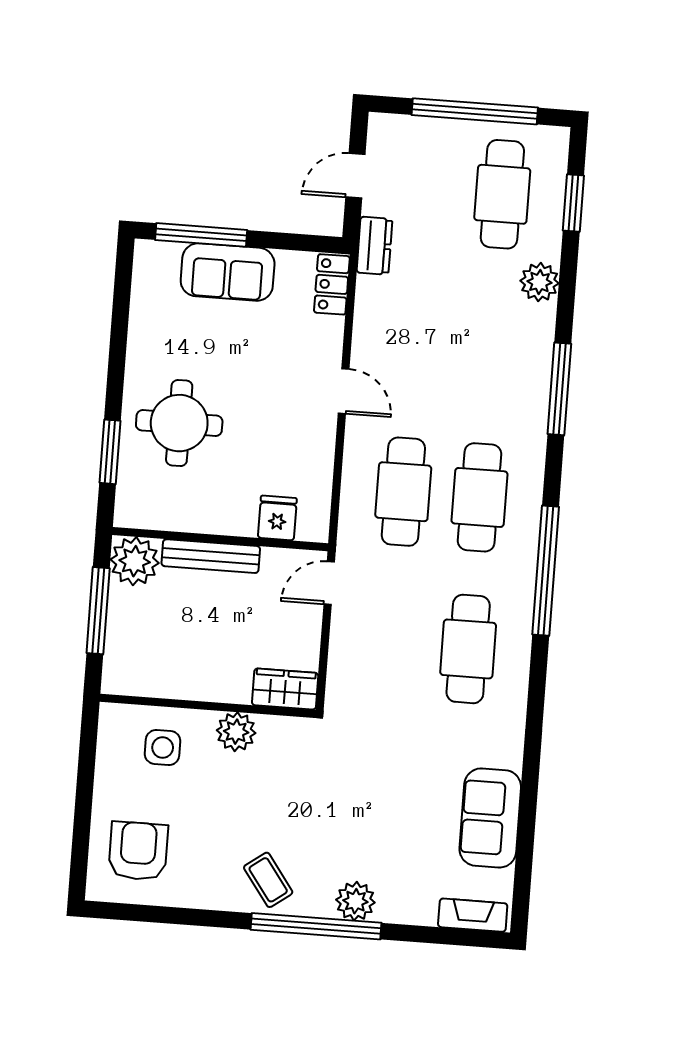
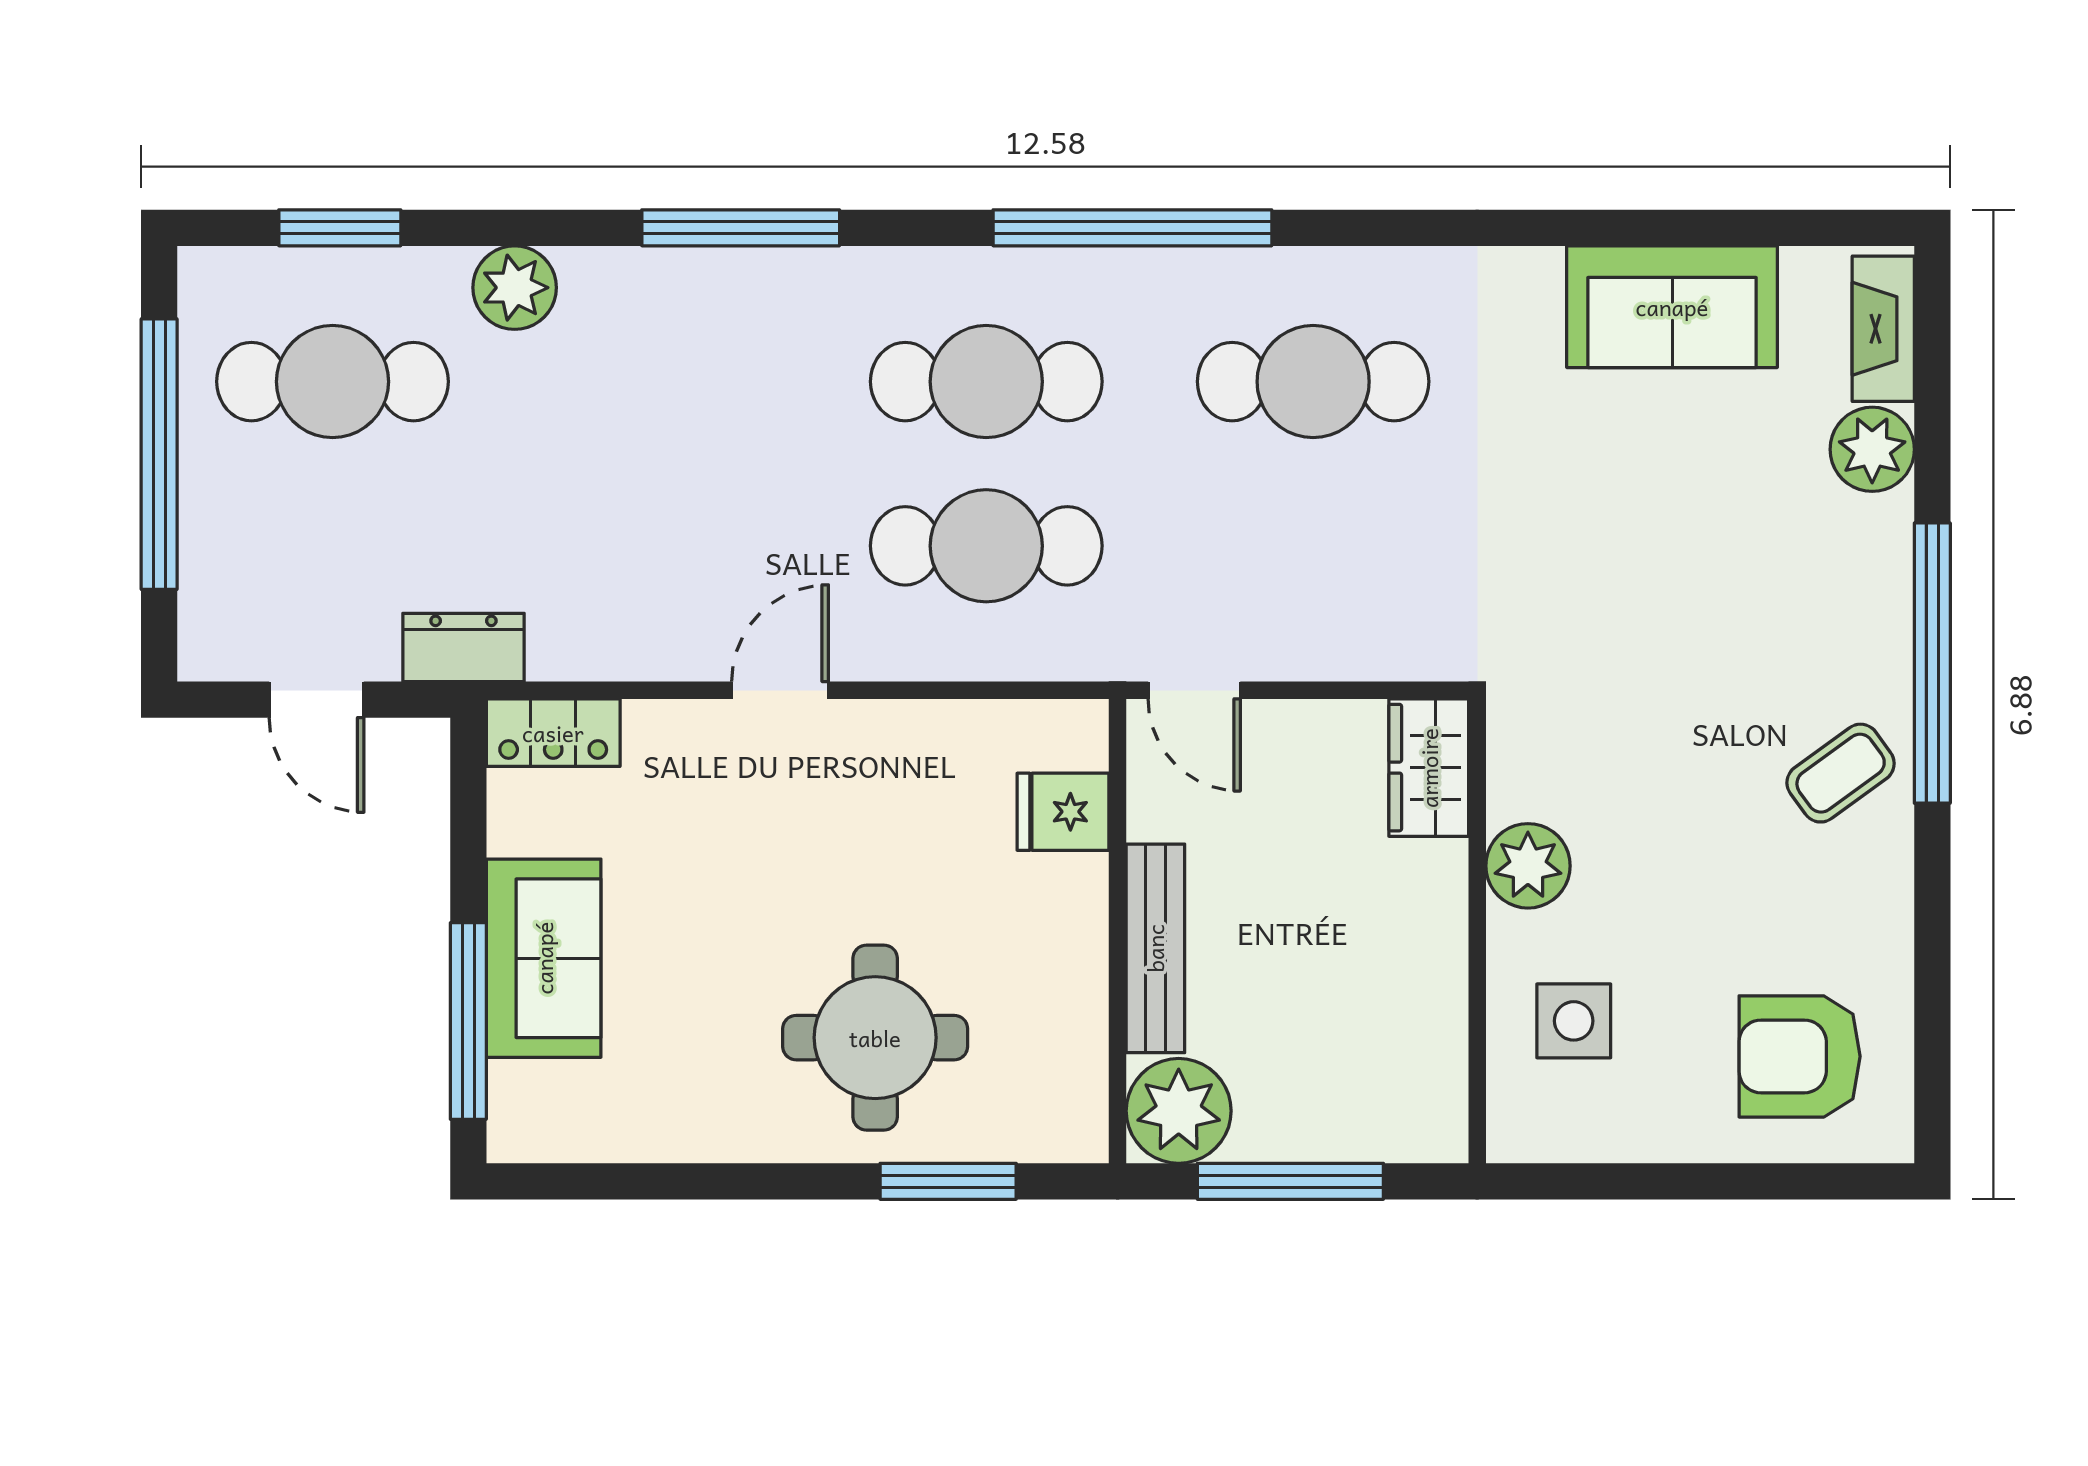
plant: (355, 901) -> (1872, 449), moved

